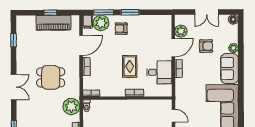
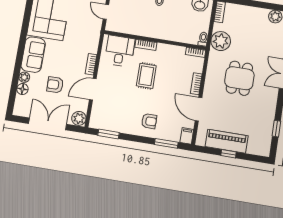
window: (130, 12) -> (109, 134), moved
double door: (207, 12) -> (47, 124), width x1.37
floor lamp: (233, 19) -> (22, 89), moved
plant: (101, 23) -> (171, 132), removed
plant: (181, 31) -> (79, 118), moved
door: (81, 45) -> (199, 109), hinge flipped
desk: (159, 72) -> (120, 51), moved, turned 90
dining table: (51, 77) -> (239, 78), turned 90

